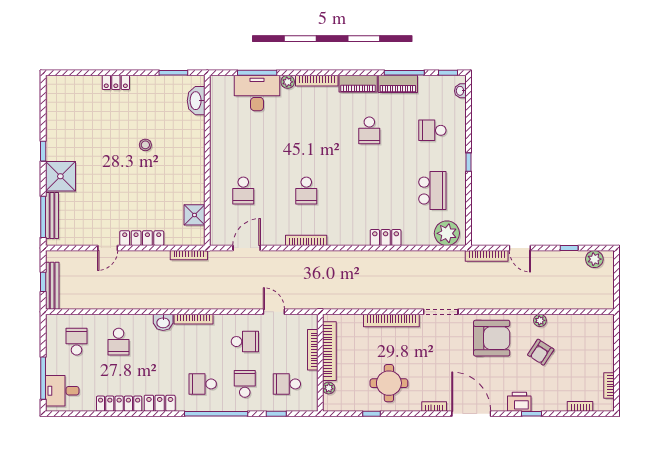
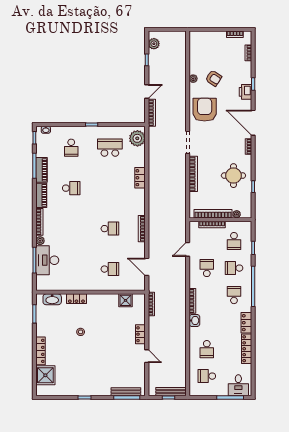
locker: (116, 82) -> (40, 351), width x1.53
locker: (197, 138) -> (76, 299), added
shower: (60, 176) -> (45, 375), moved
locker: (142, 238) -> (140, 334), width x0.66
school desk: (119, 342) -> (207, 349), turned 90
school desk: (203, 384) -> (234, 295), turned 180
door: (471, 414) -> (253, 123), hinge flipped

